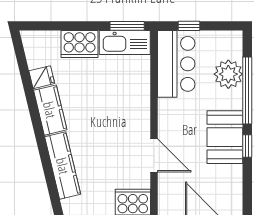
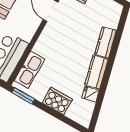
kitchen sink: (125, 43) -> (29, 70), moved, turned 90
kitchen counter: (63, 166) -> (106, 42), width x0.67

